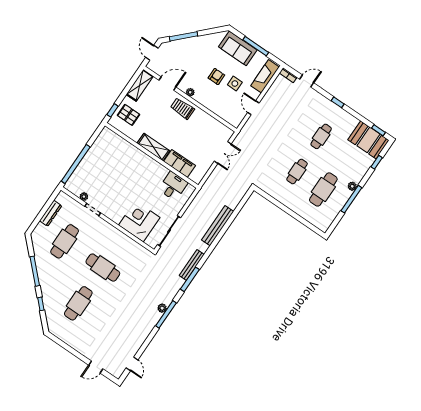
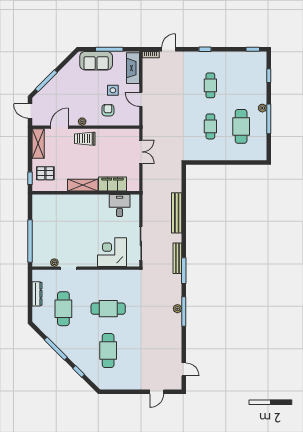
armchair: (216, 76) -> (108, 110), moved
booth: (368, 140) -> (250, 62), removed

